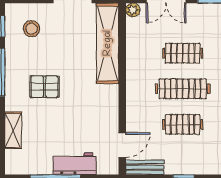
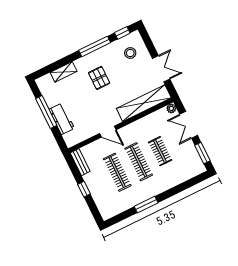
clothes rail: (183, 124) -> (117, 172), width x1.36
door: (122, 145) -> (108, 132), moved

